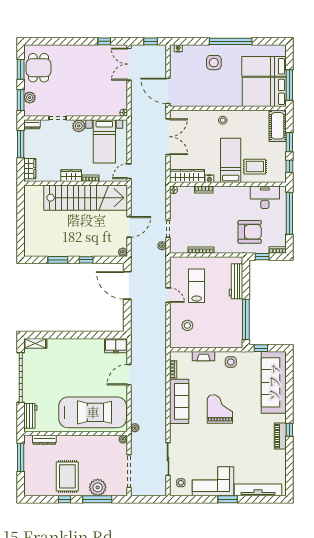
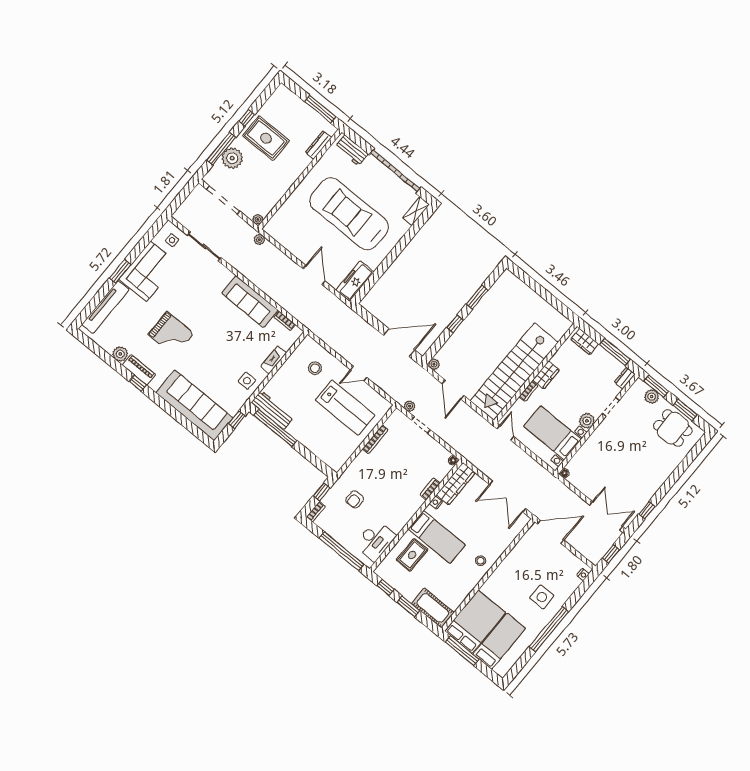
armchair: (250, 232) -> (355, 499), width x0.53, depth x0.53
workbench: (236, 281) -> (272, 410), moved
lab bench: (197, 286) -> (345, 408), width x1.36, depth x1.39
freezer: (116, 346) -> (355, 281), width x1.40
grand piano: (220, 409) -> (171, 334), moved
car: (93, 412) -> (349, 214), moved, turned 90
plant: (280, 456) -> (120, 354), added

